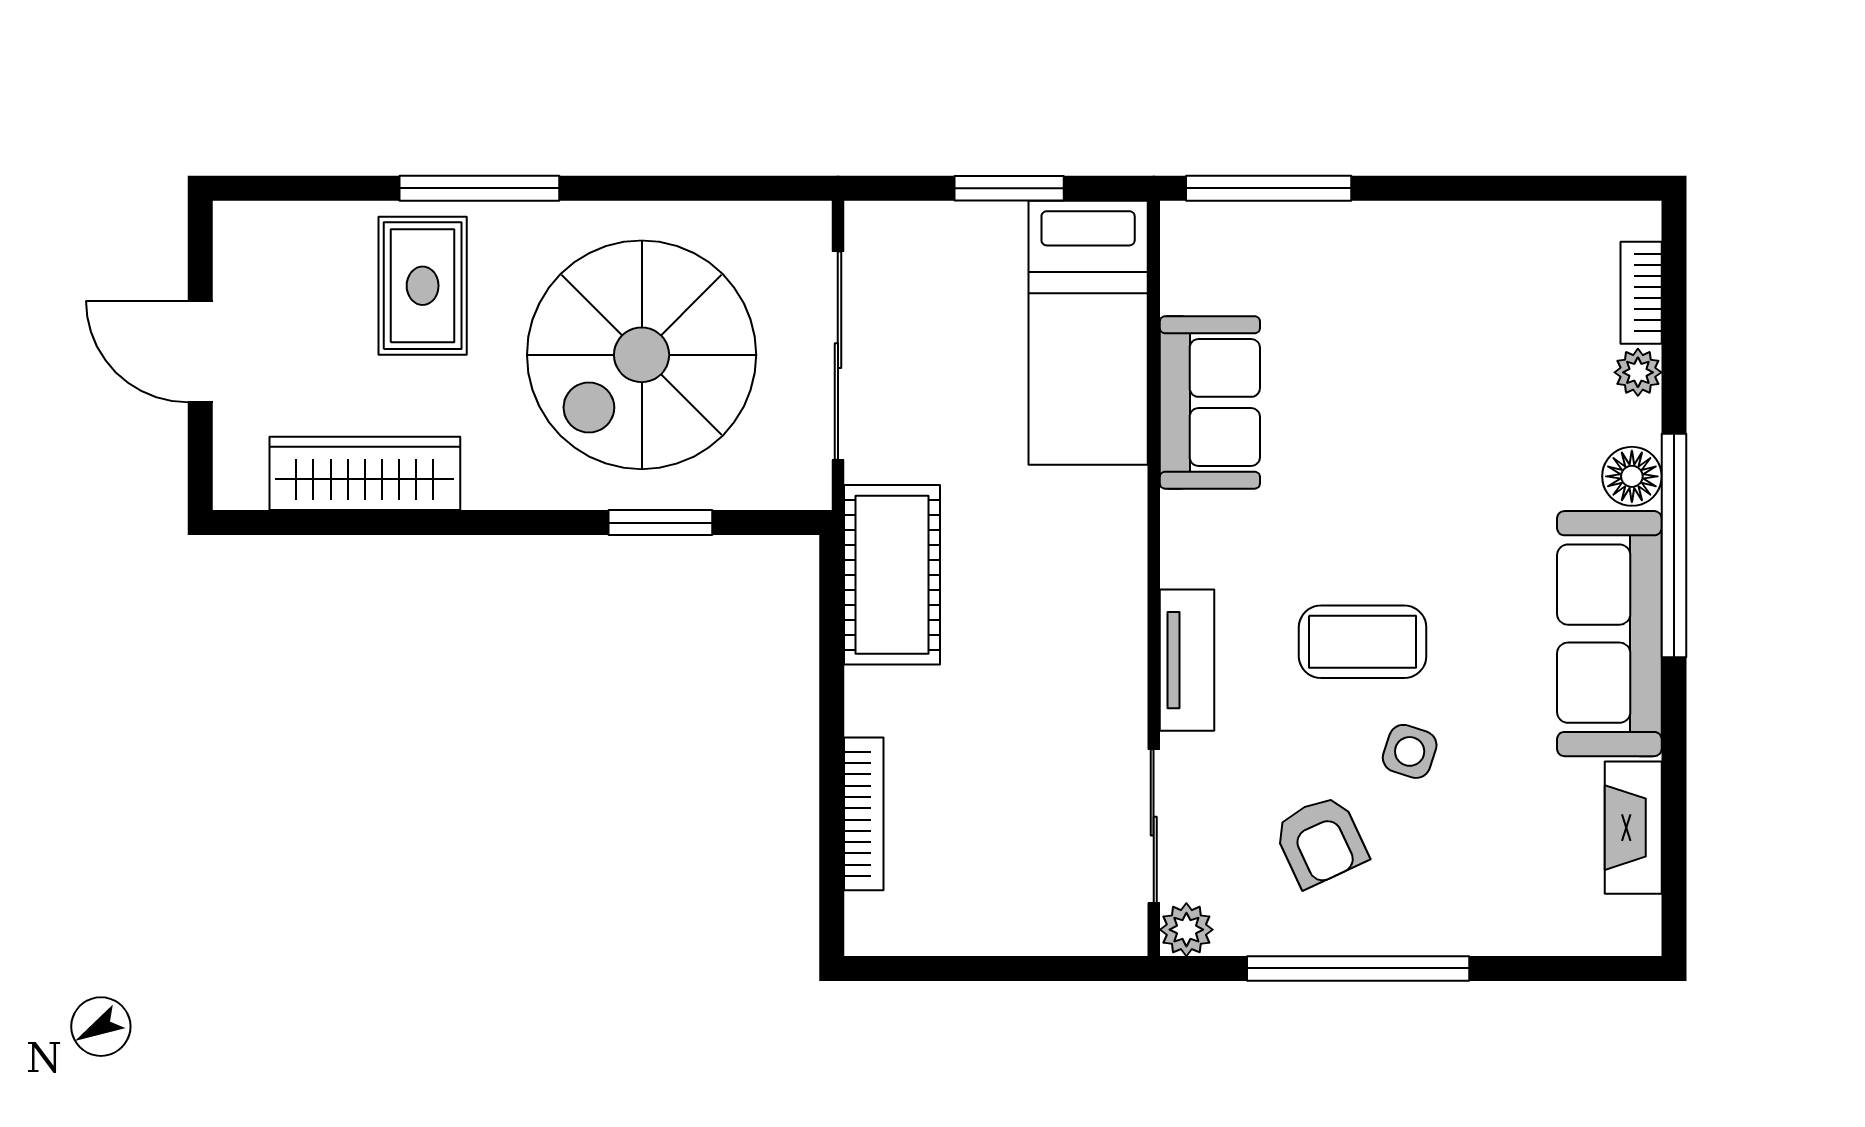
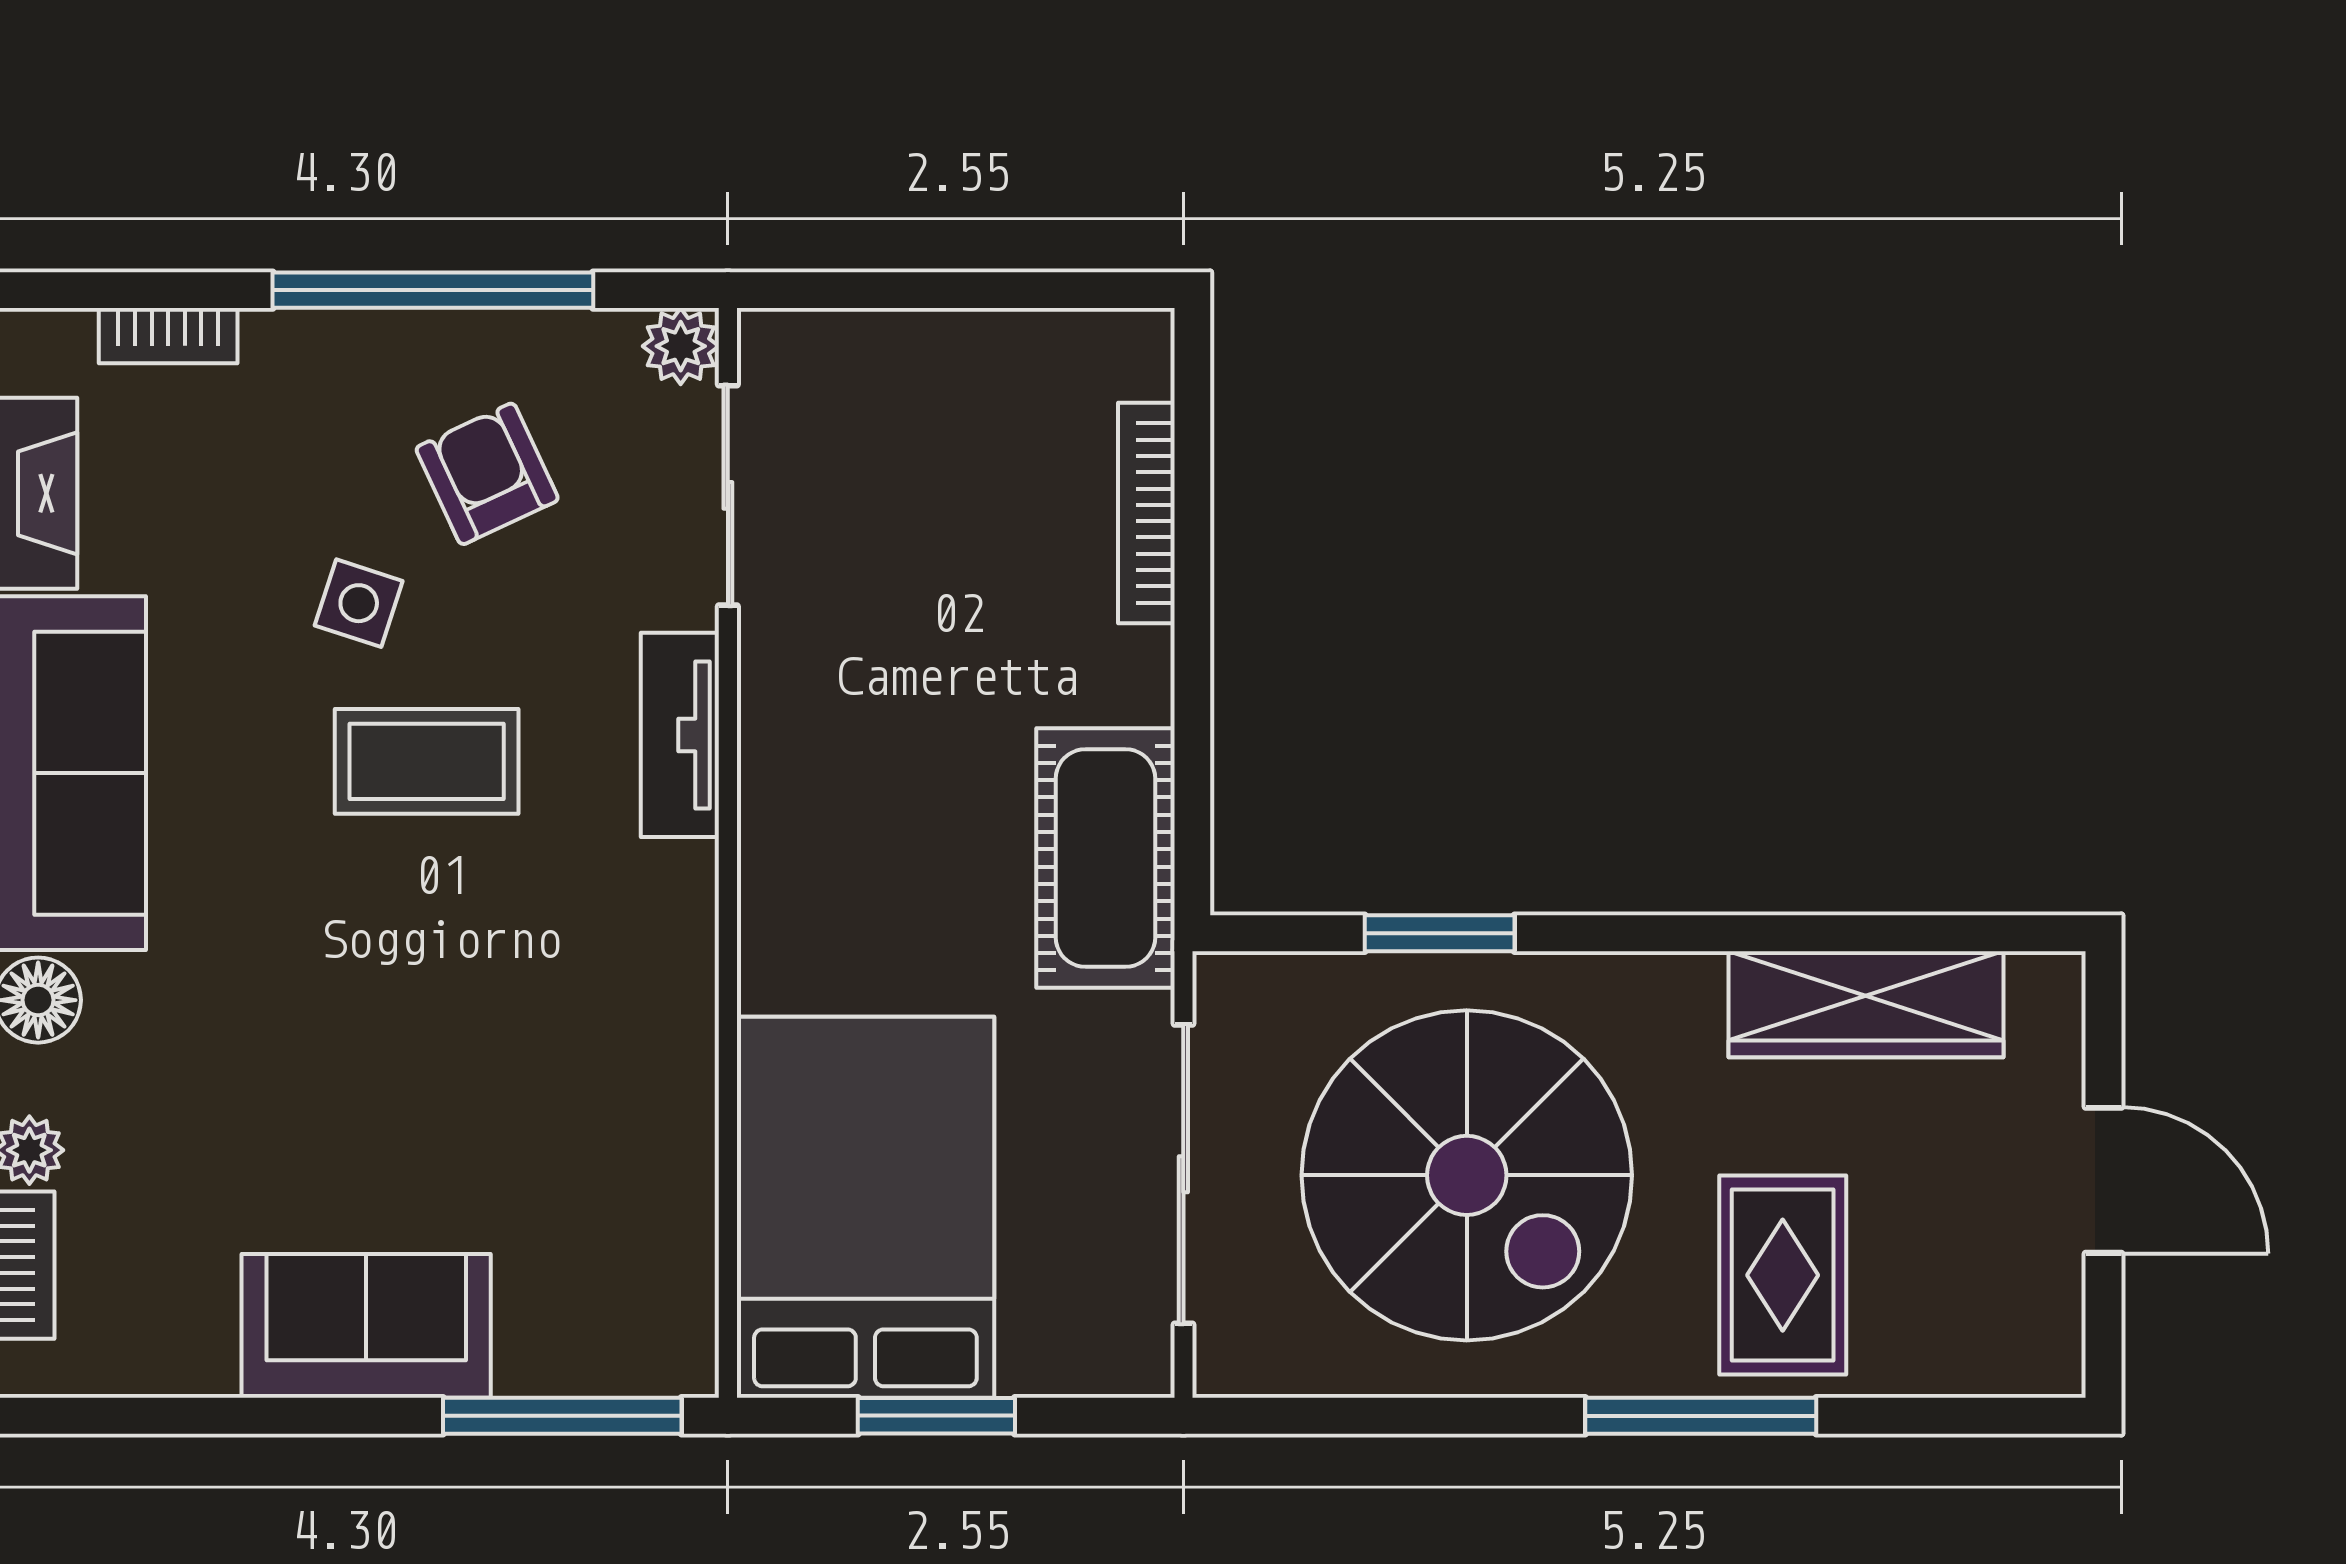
bed: (1088, 333) -> (865, 1207), width x1.50
spiral stairs: (642, 355) -> (1467, 1175), turned 90
sofa: (1210, 402) -> (366, 1326), moved, turned 90
bookcase: (1542, 937) -> (168, 336), added

